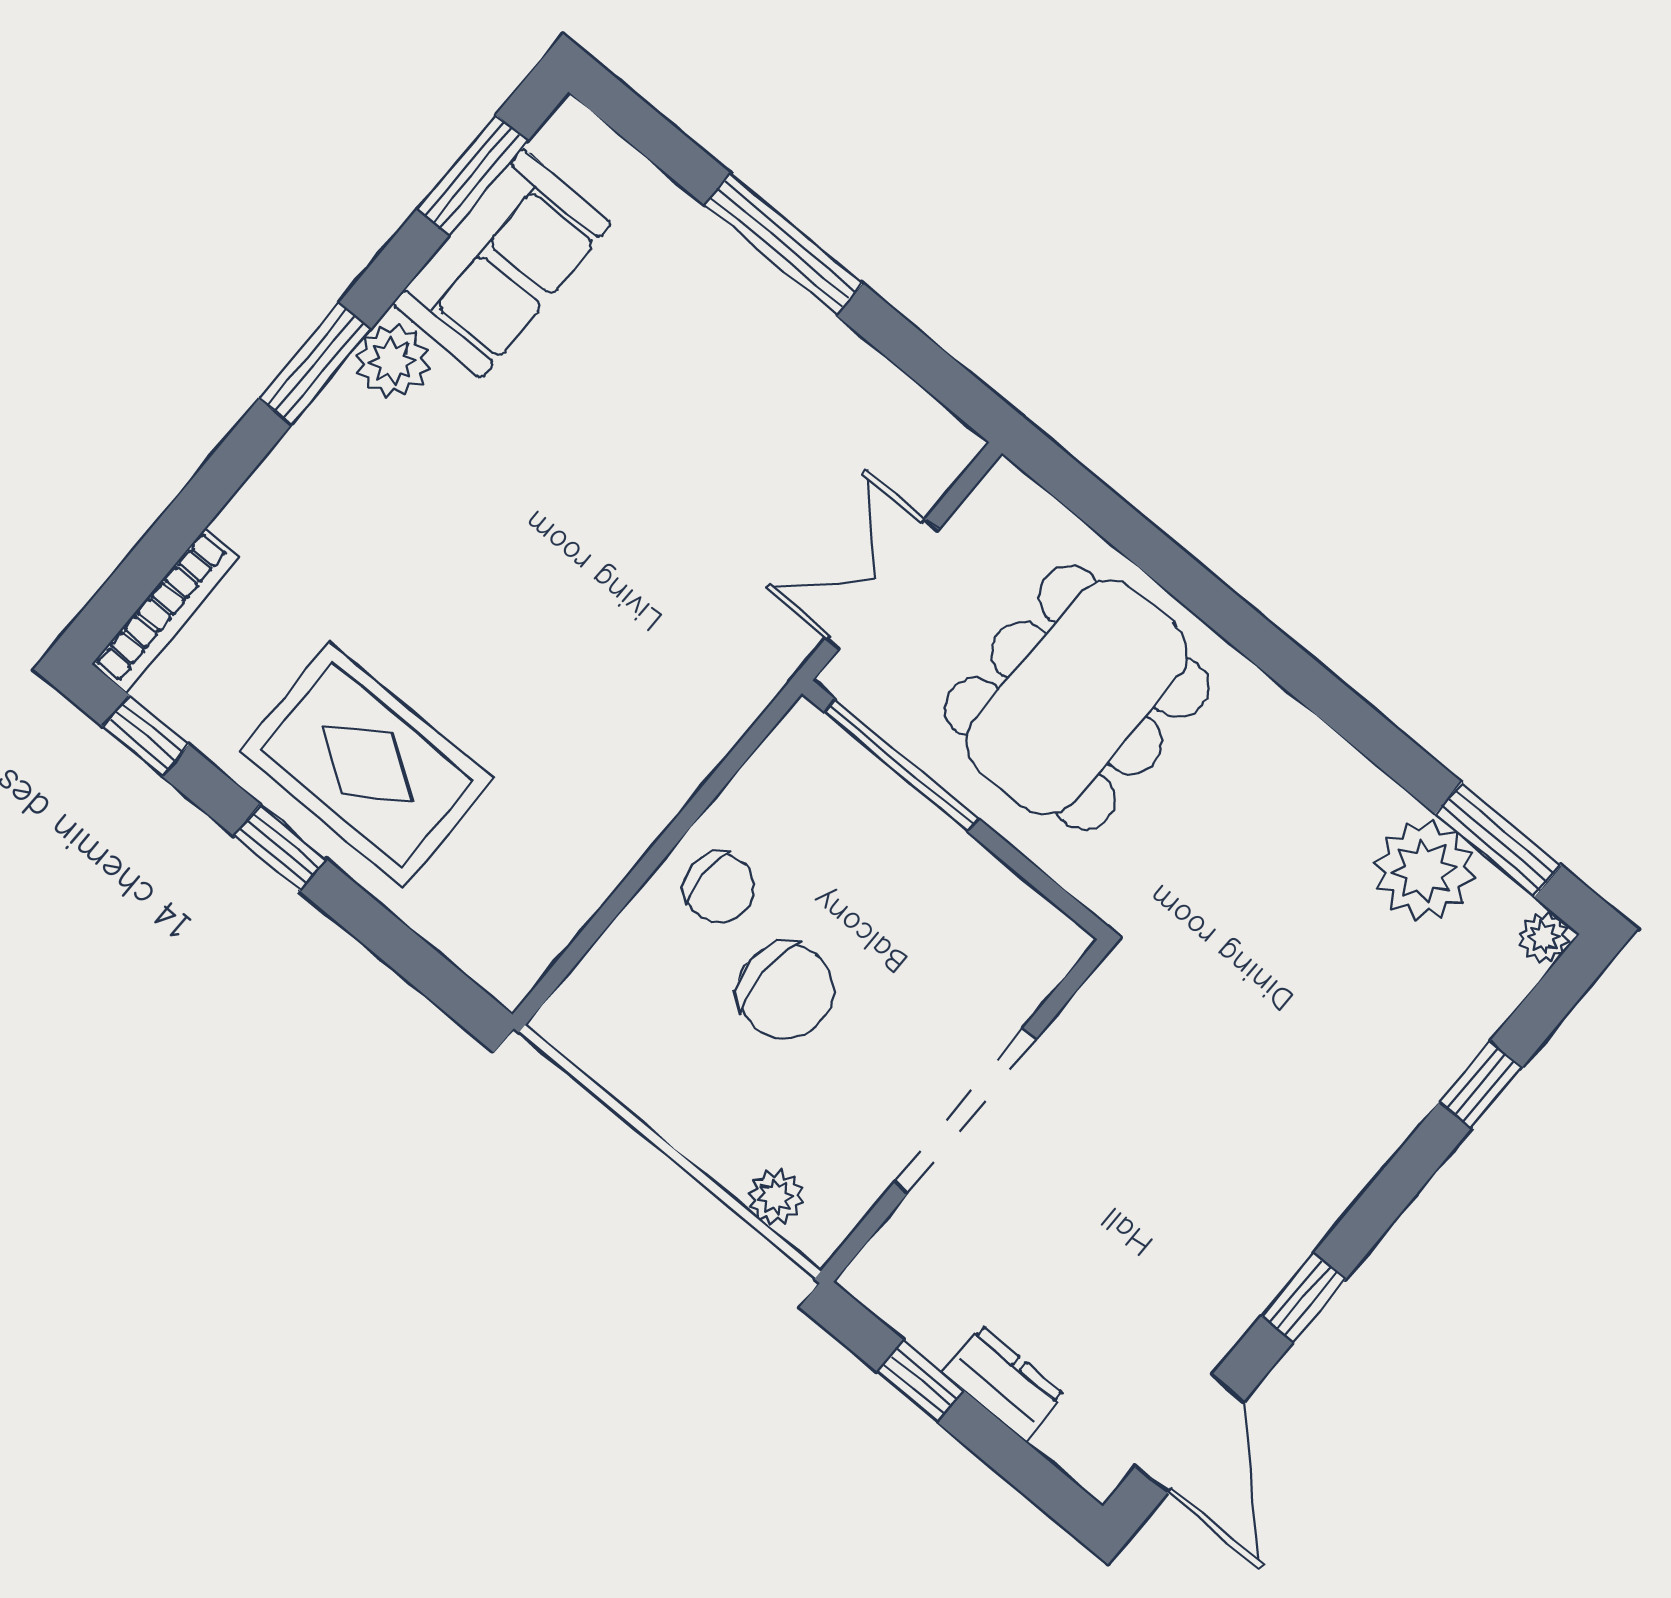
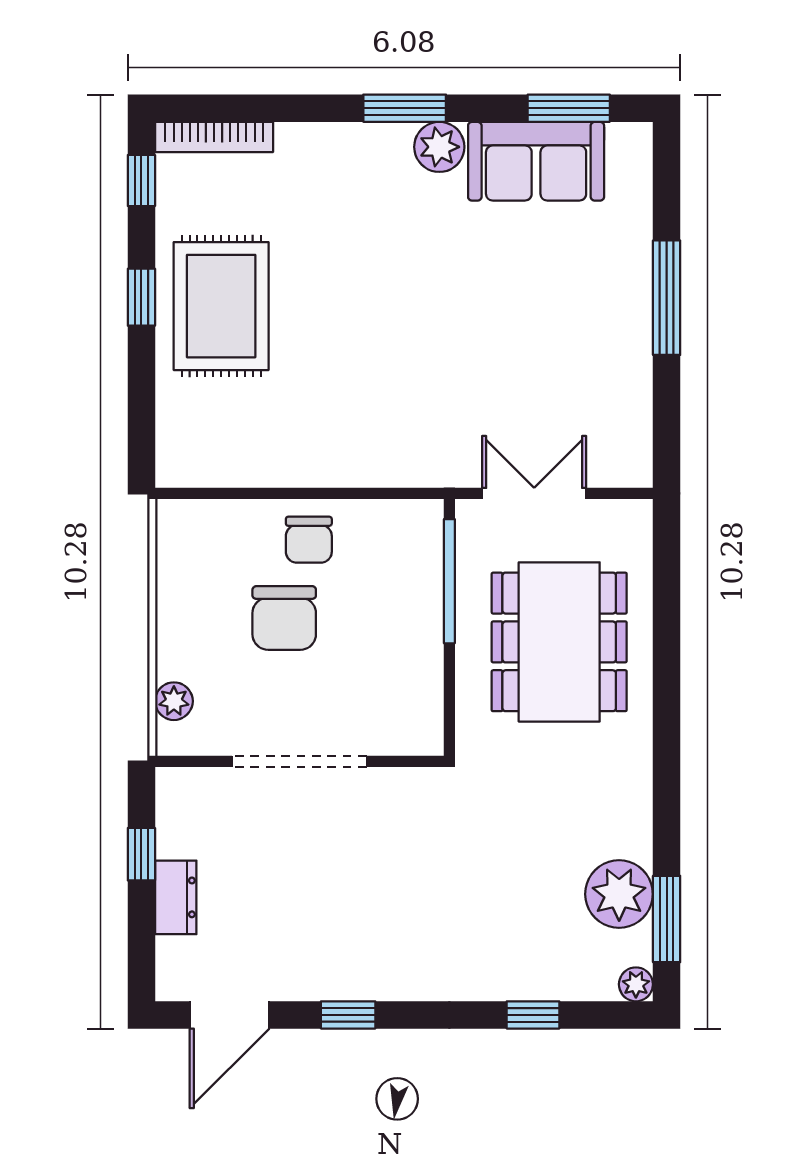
dining table: (1077, 698) -> (559, 642), turned 90

